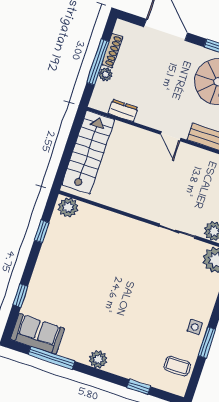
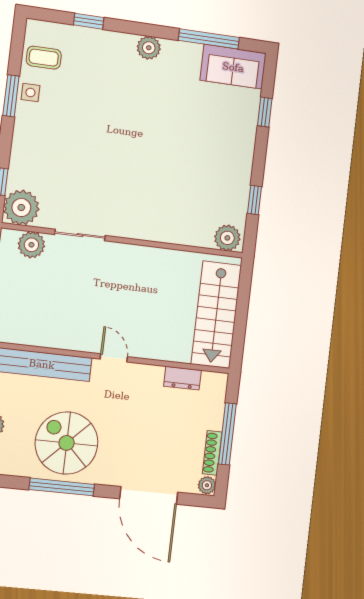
plant: (106, 74) -> (207, 485), moved
side table: (195, 327) -> (30, 92), moved

